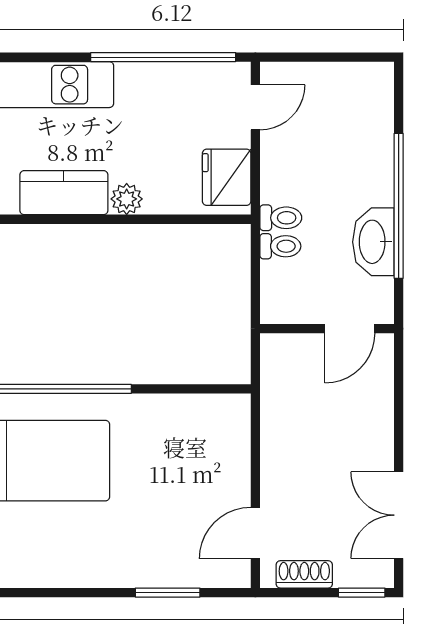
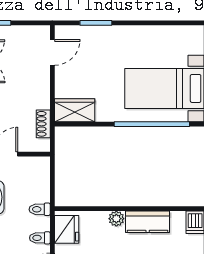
toilet: (280, 246) -> (40, 238), moved
wardrobe: (211, 417) -> (75, 110), added
shoe rack: (304, 574) -> (43, 124), moved, turned 90

